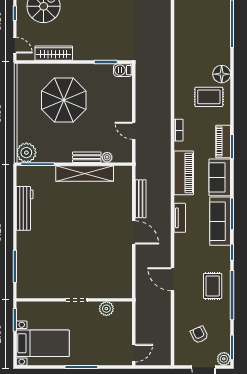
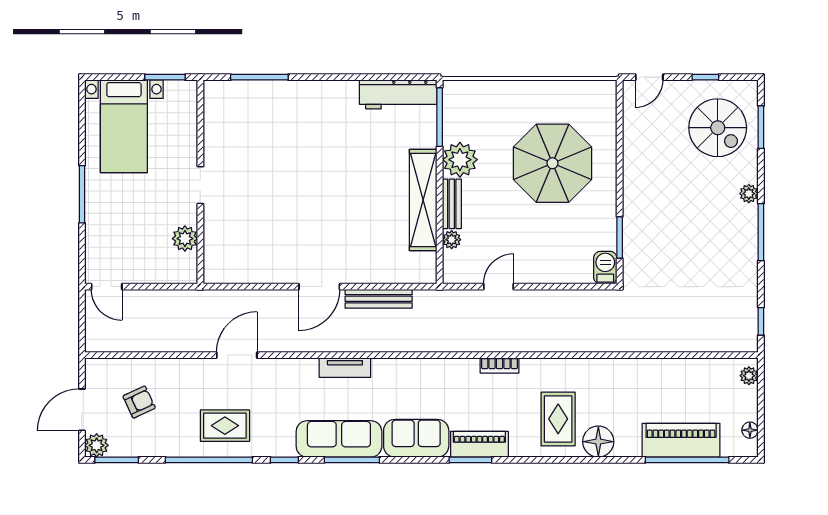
wardrobe: (54, 53) -> (635, 146), removed
plant: (26, 153) -> (460, 160), moved
piano: (184, 173) -> (681, 440), moved, turned 180
workbench: (25, 208) -> (398, 94), moved

